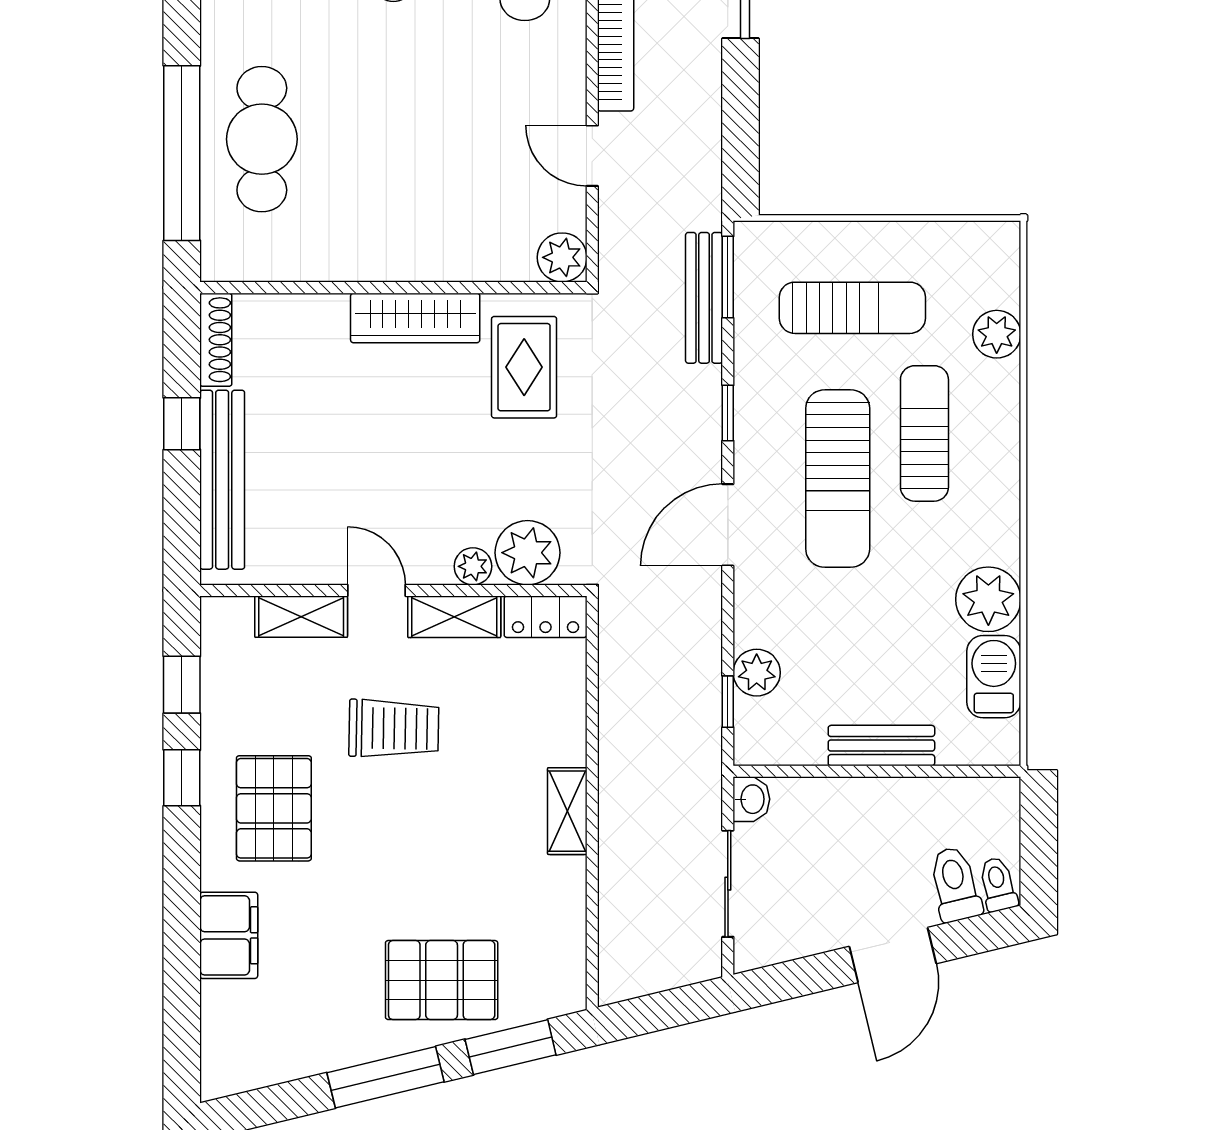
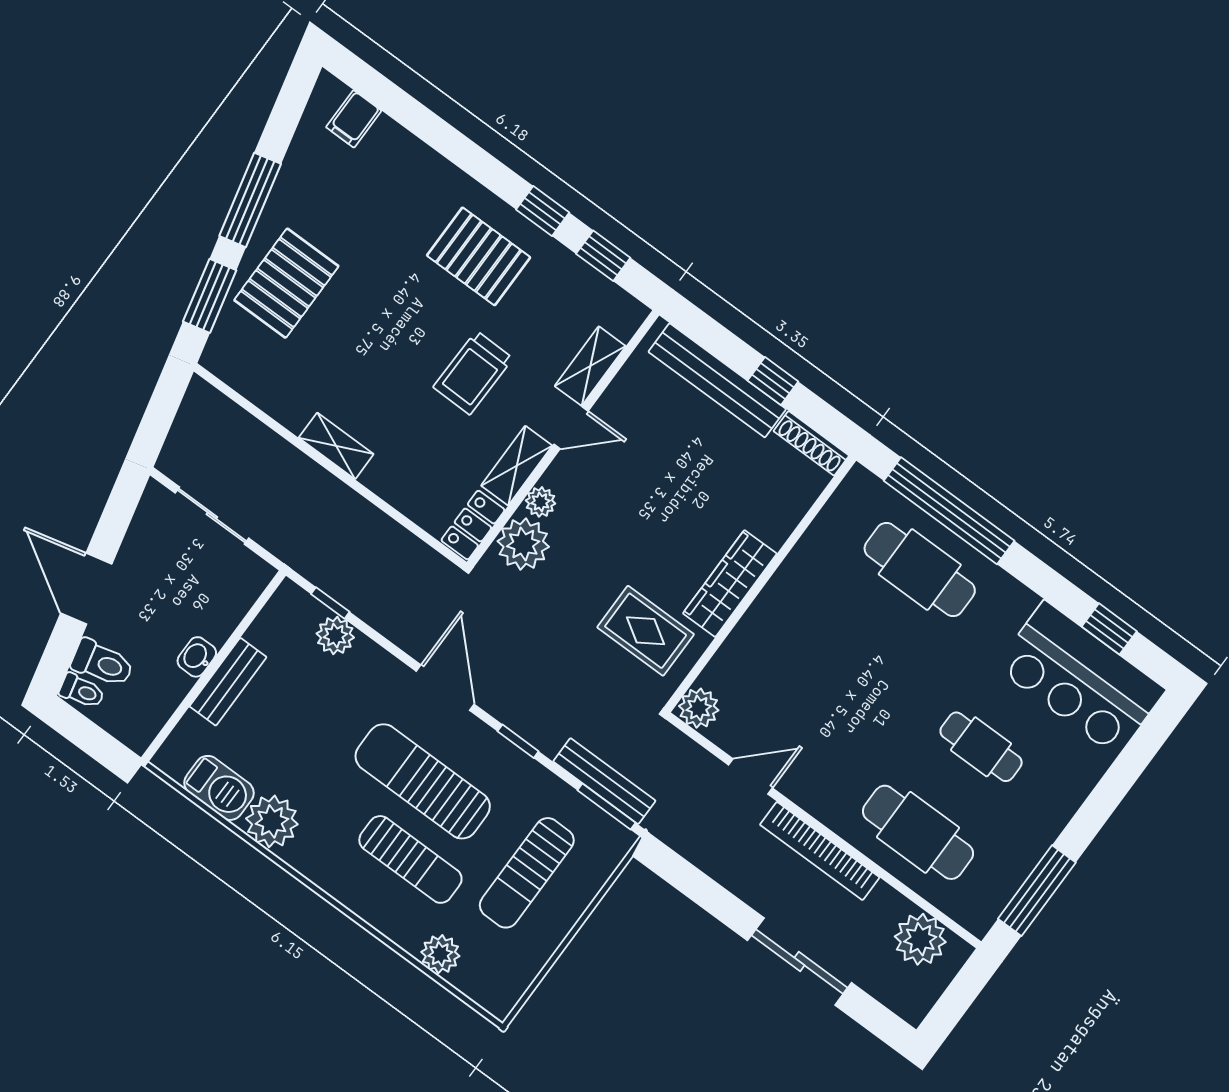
washbasin: (751, 799) -> (197, 657), moved, turned 90
filing cabinet: (229, 935) -> (354, 119), moved, width x0.50

